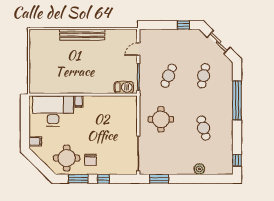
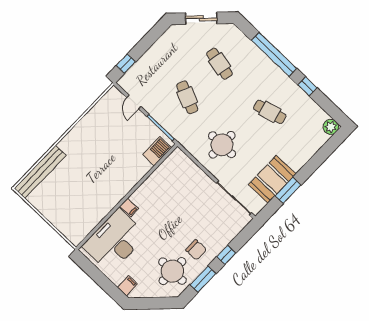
window: (183, 25) -> (126, 64), moved
bench: (82, 35) -> (40, 172), moved
window: (237, 160) -> (307, 86), moved
booth: (168, 164) -> (272, 179), added
plant: (199, 169) -> (331, 127), moved
window: (159, 179) -> (288, 190), moved

